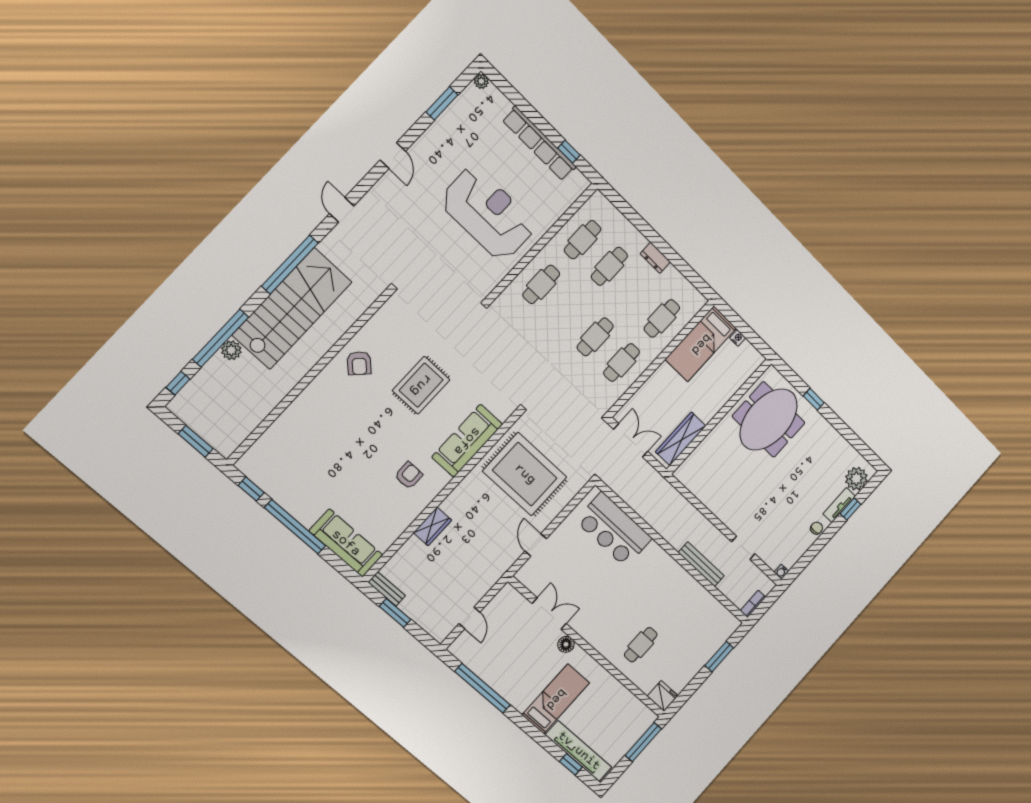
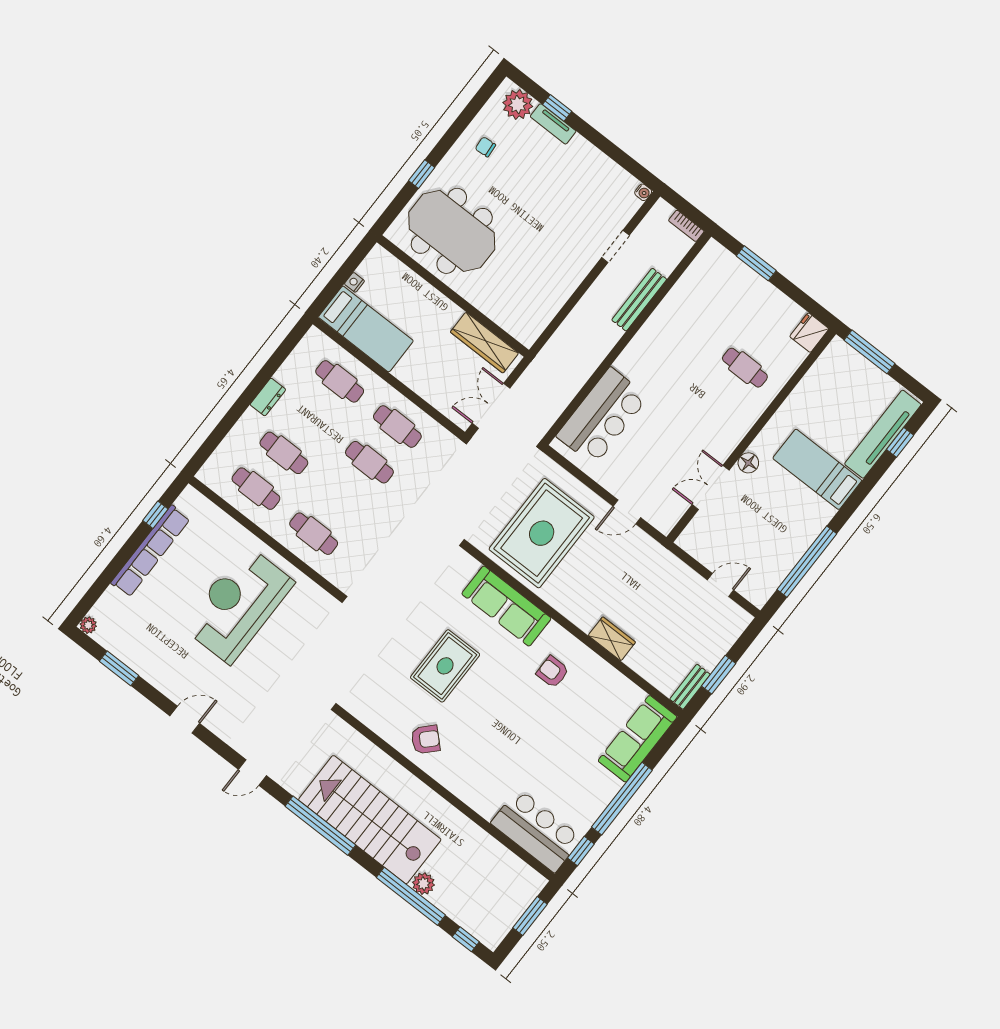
rug: (421, 385) -> (445, 666), turned 90
bar counter: (272, 452) -> (536, 830), added
chair: (817, 528) -> (485, 147), moved

